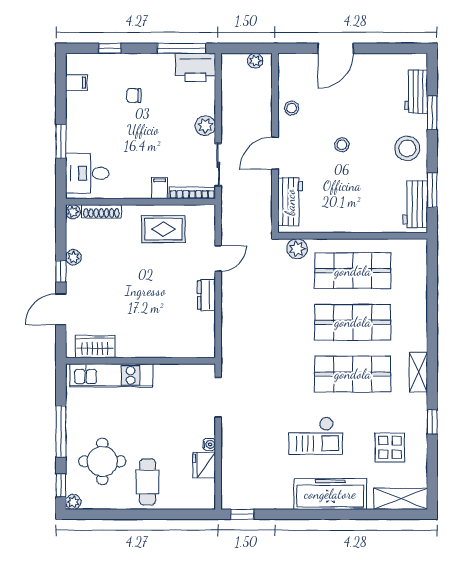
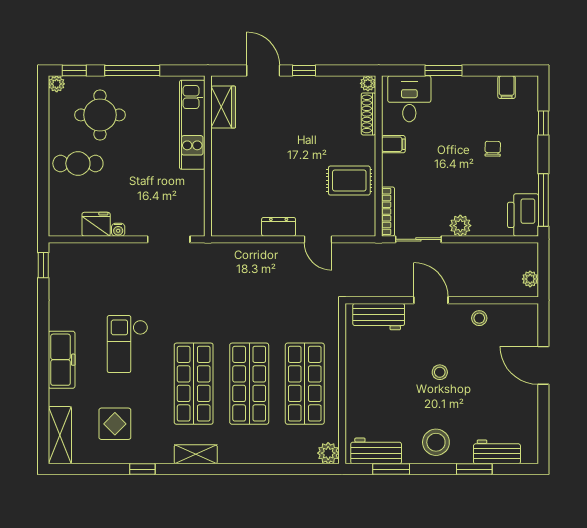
filing cabinet: (160, 188) -> (393, 144), moved
rug: (163, 229) -> (349, 181), turned 90
plant: (297, 249) -> (328, 453), moved
plant: (73, 257) -> (319, 84), removed
freezer: (330, 494) -> (62, 360), width x0.73, depth x0.79

